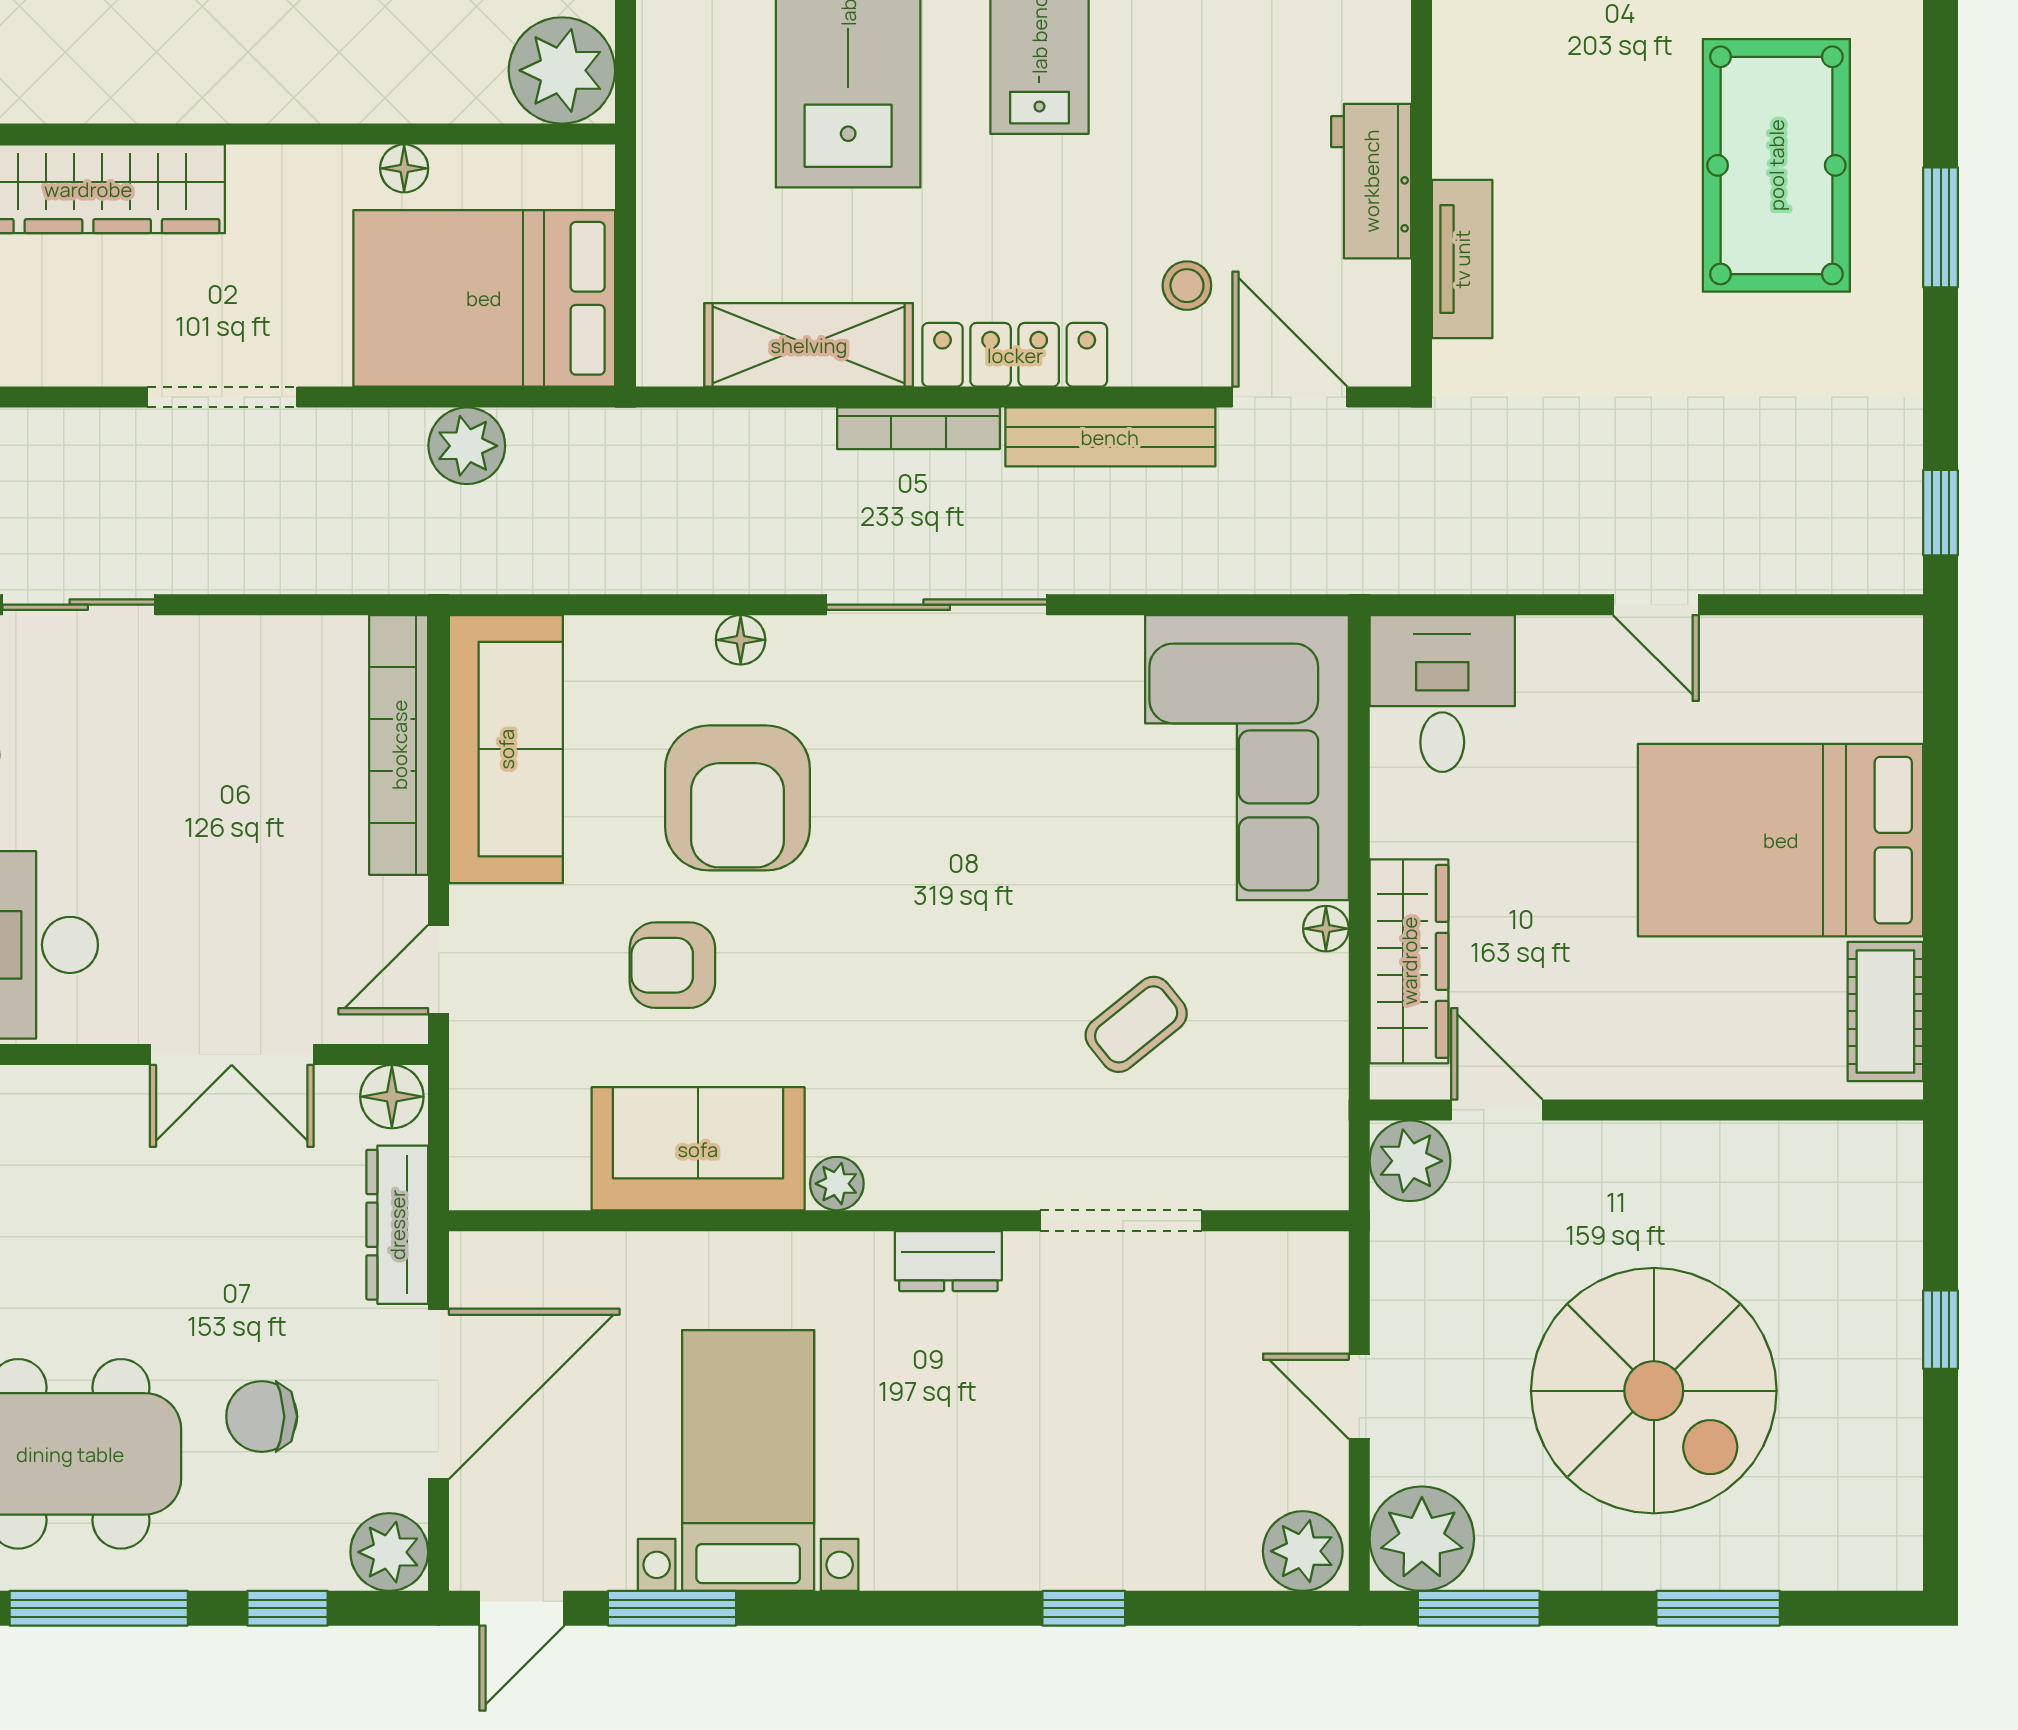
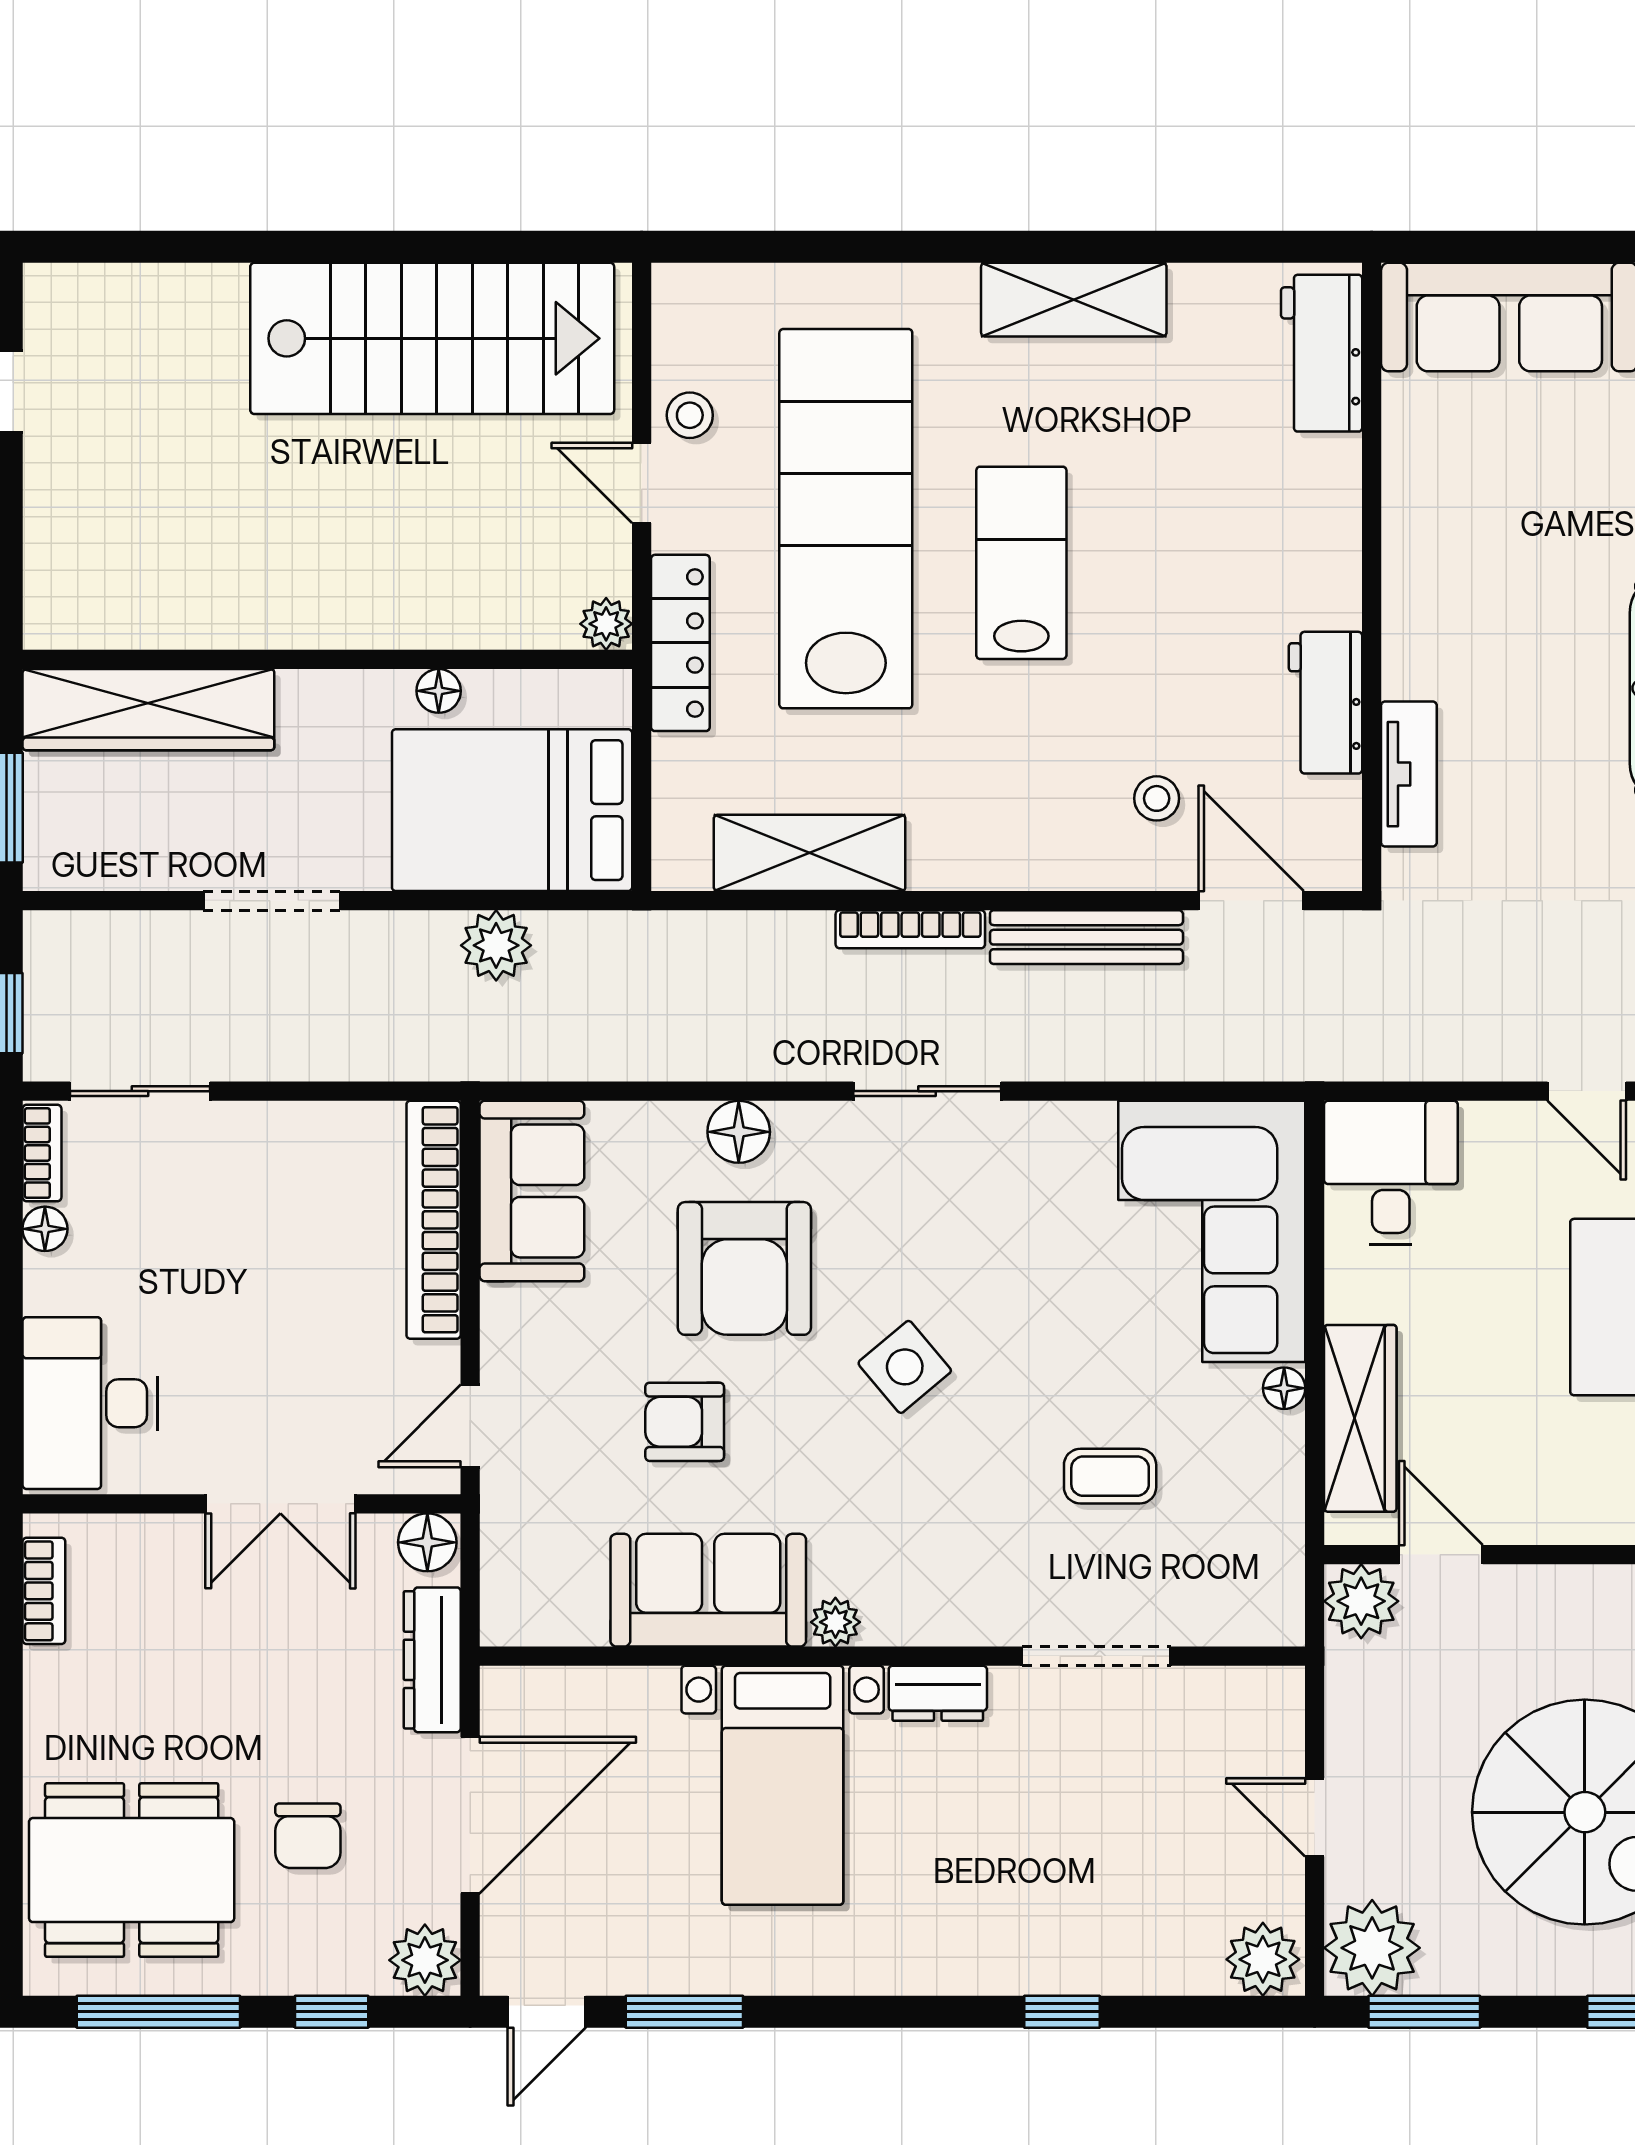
plant: (562, 70) -> (606, 624), width x0.53, depth x0.53
locker: (1015, 355) -> (680, 643), moved, turned 90
sliding door: (937, 605) -> (927, 1091), width x0.73
floor lamp: (741, 640) -> (739, 1132), width x1.37, depth x1.37
sofa: (506, 749) -> (532, 1191), width x0.73
side table: (912, 905) -> (905, 1367), added
coffee table: (1136, 1024) -> (1110, 1476), turned 39
chair: (262, 1417) -> (308, 1836), turned -90
bed with nightstands: (748, 1461) -> (783, 1785), moved, turned 180

